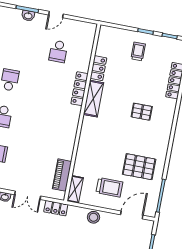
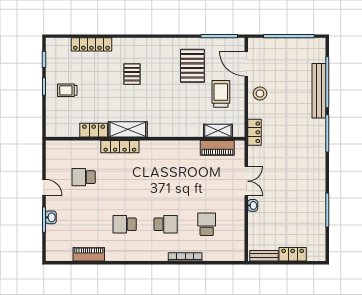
school desk: (58, 51) -> (84, 177), turned 180
shelving: (75, 189) -> (218, 131), moved
locker: (56, 208) -> (255, 132), moved
stool: (93, 217) -> (260, 94), moved

